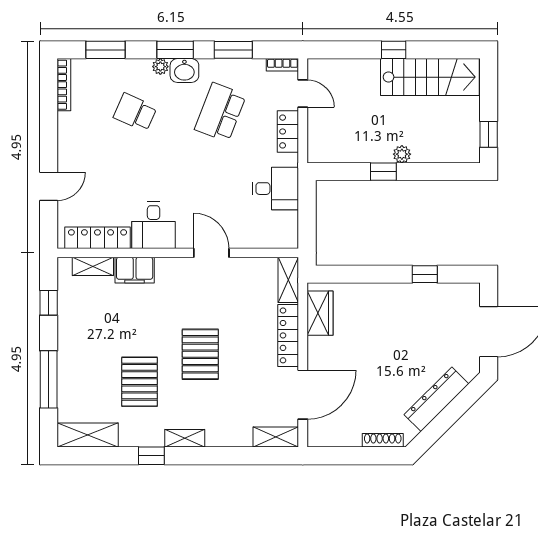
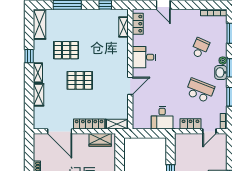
locker: (97, 238) -> (138, 24), width x0.66
filing cabinet: (135, 270) -> (122, 48), removed
shelving: (276, 437) -> (39, 95), moved

